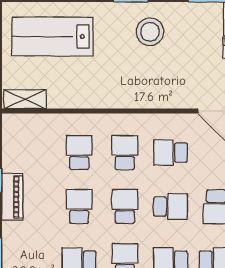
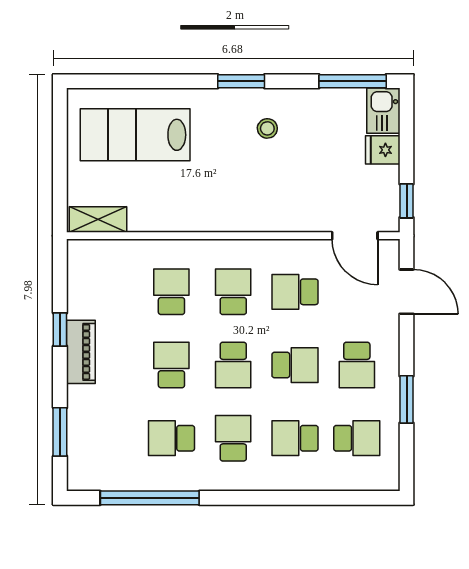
stool: (150, 32) -> (267, 128), width x0.53, depth x0.53
school desk: (125, 207) -> (233, 365), turned 180

